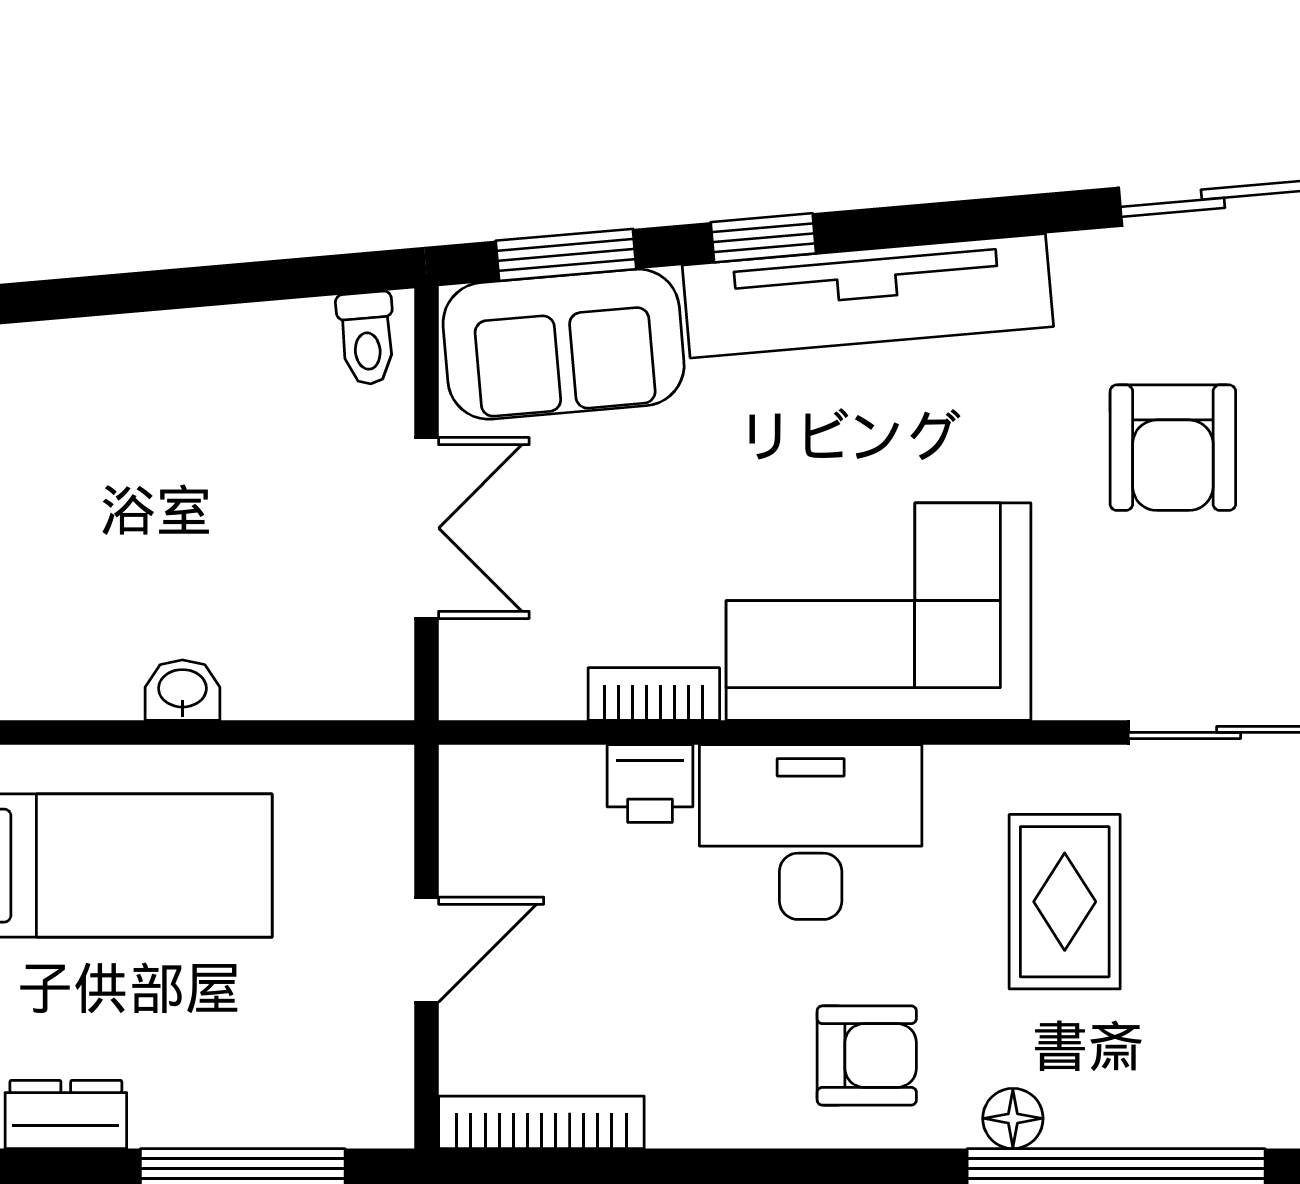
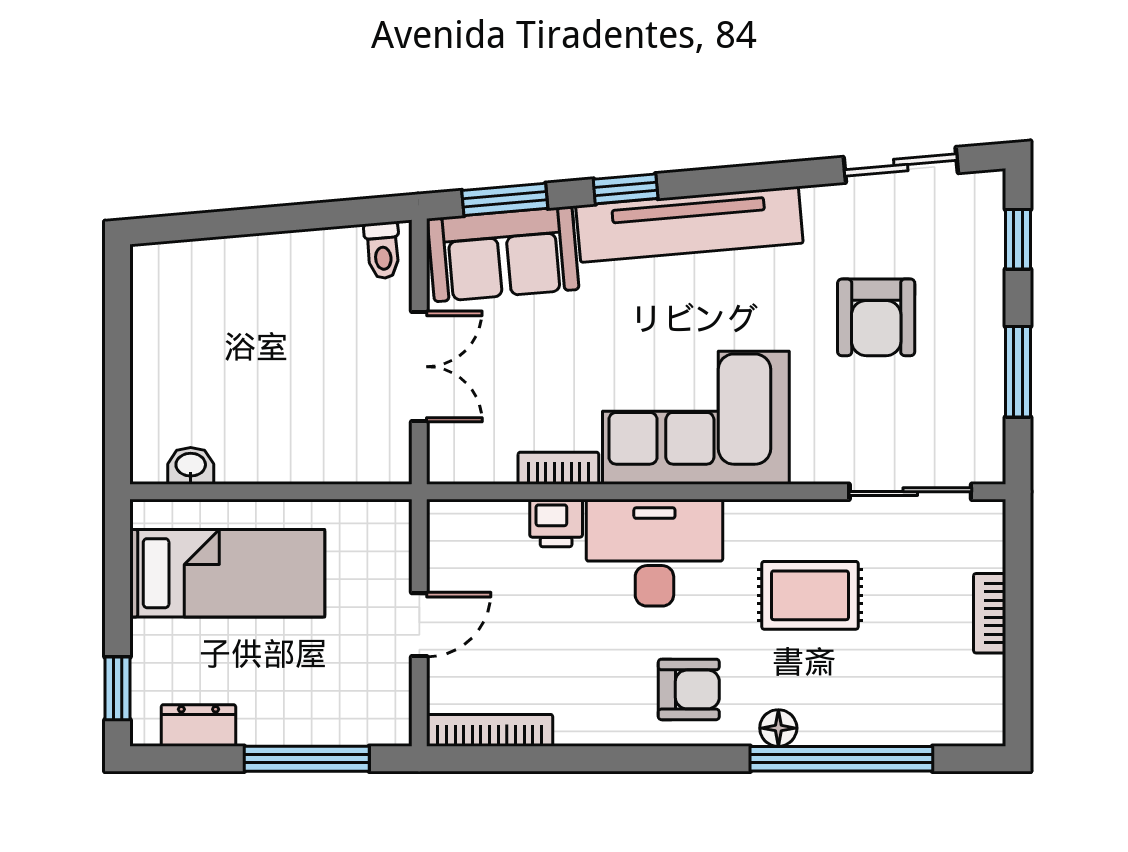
washbasin: (182, 690) -> (191, 466), moved
rug: (1065, 902) -> (810, 595), turned 90

